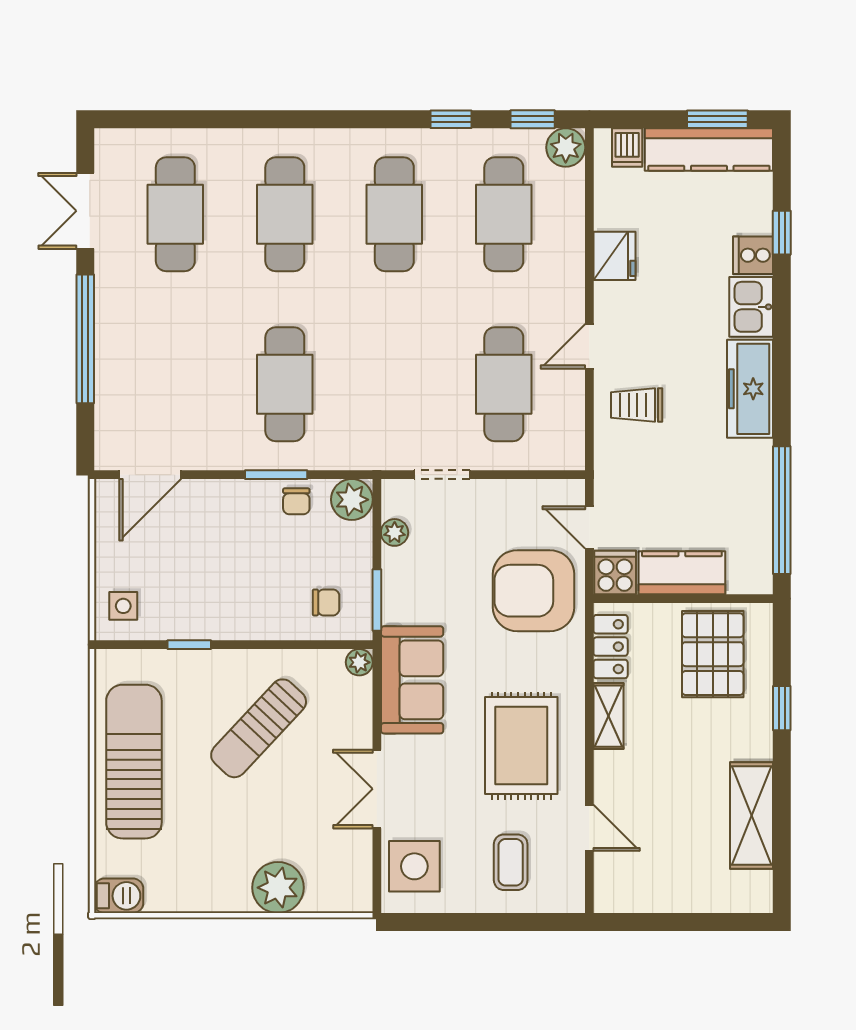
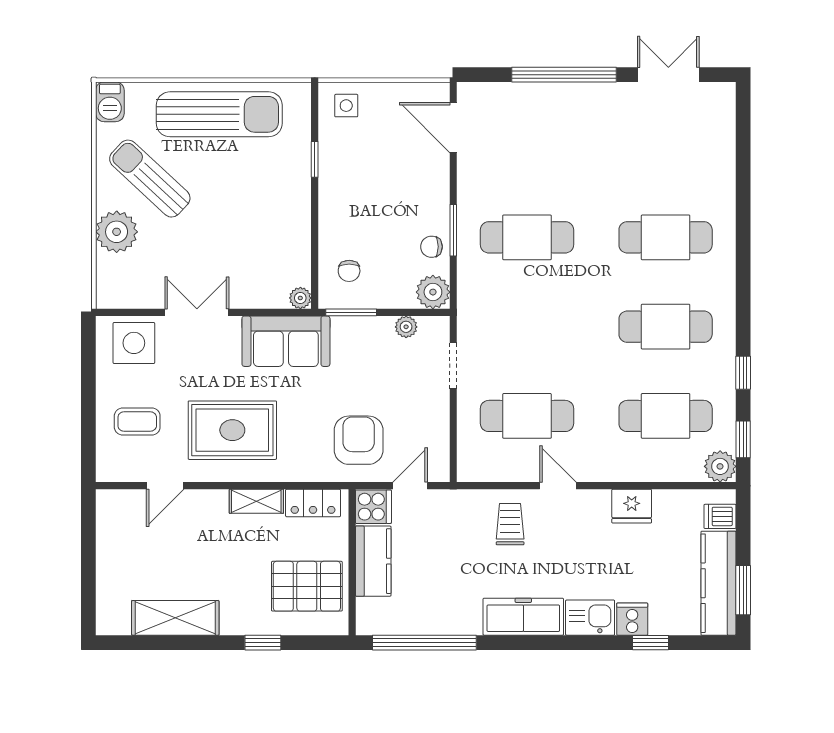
cafe table: (175, 214) -> (666, 148), removed
armchair: (534, 591) -> (359, 440), width x0.73, depth x0.73
sun lounger: (259, 728) -> (150, 179), moved

